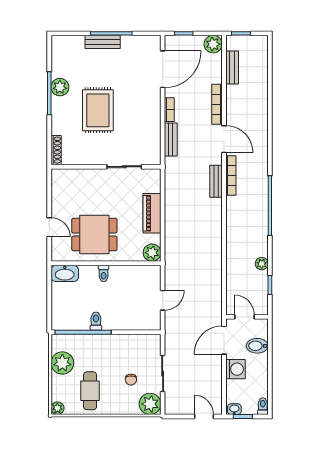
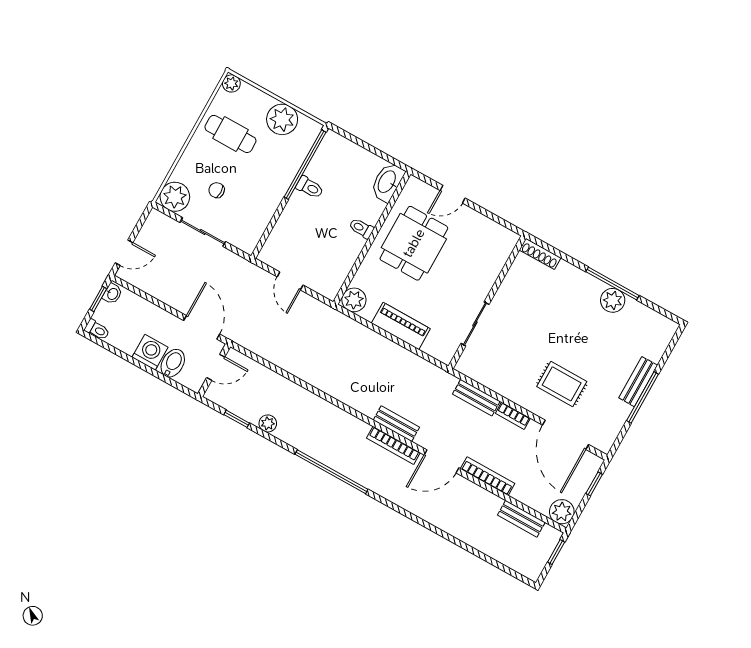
rug: (98, 110) -> (562, 384), moved, width x0.73, depth x0.70
washing machine: (235, 369) -> (150, 352), moved, turned 180

